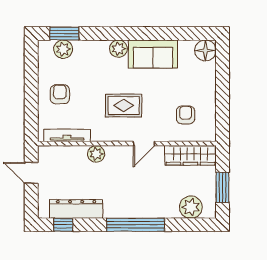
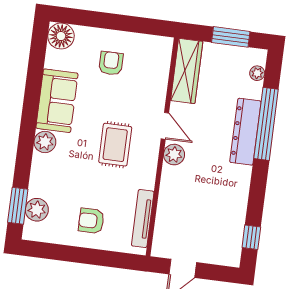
armchair: (186, 115) -> (111, 63), moved, turned 90
plant: (96, 154) -> (174, 155), moved
plant: (191, 207) -> (257, 73), width x0.53, depth x0.53
dresser: (76, 209) -> (245, 132), moved
window: (136, 225) -> (266, 124), moved

